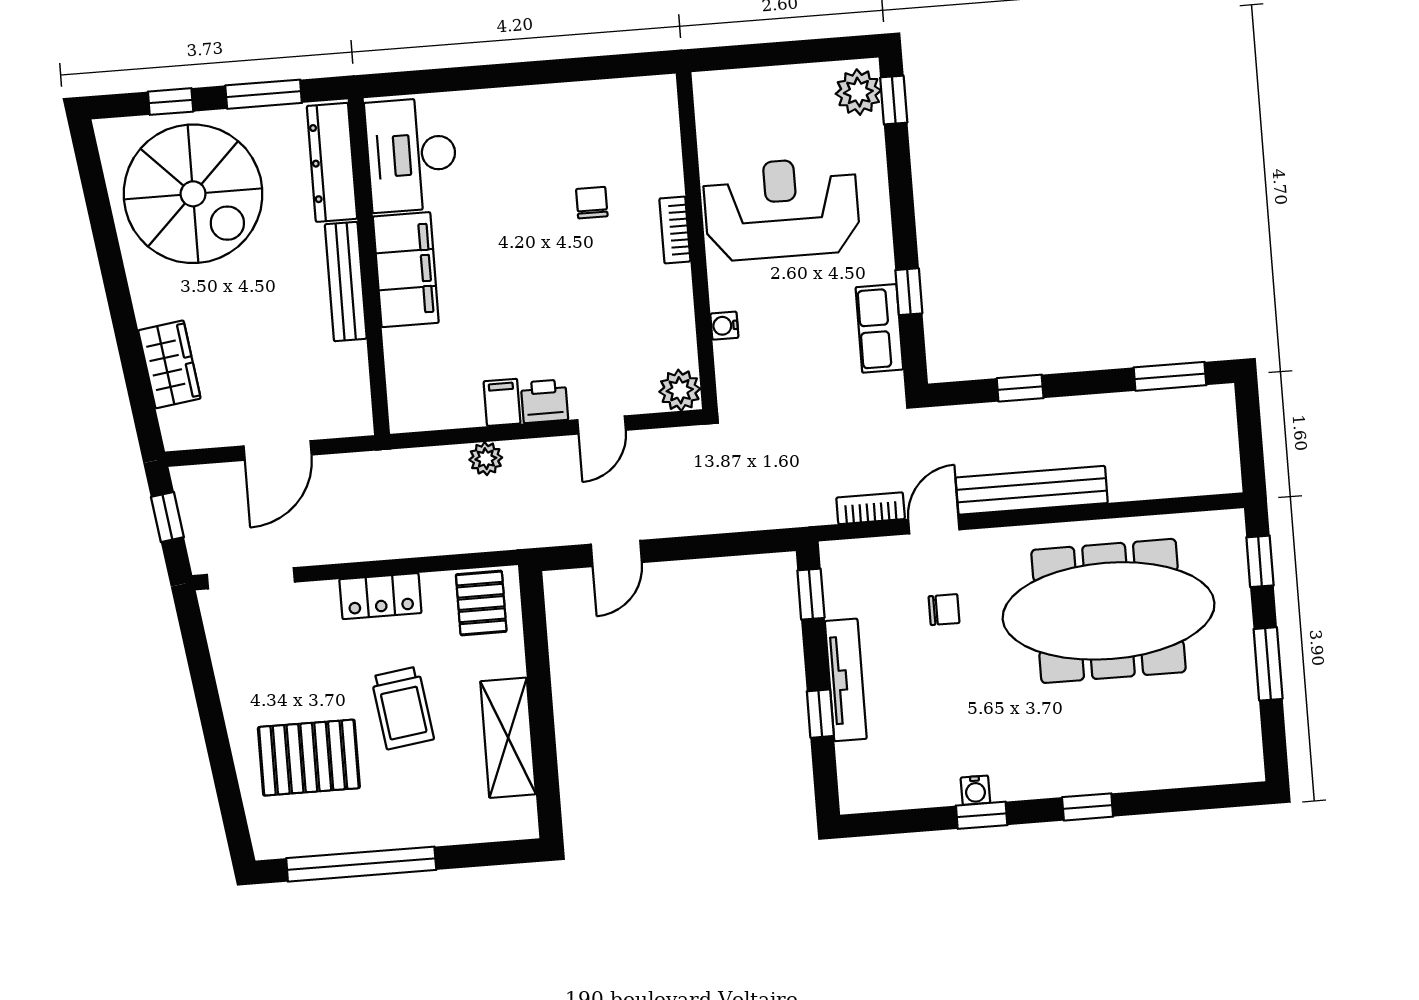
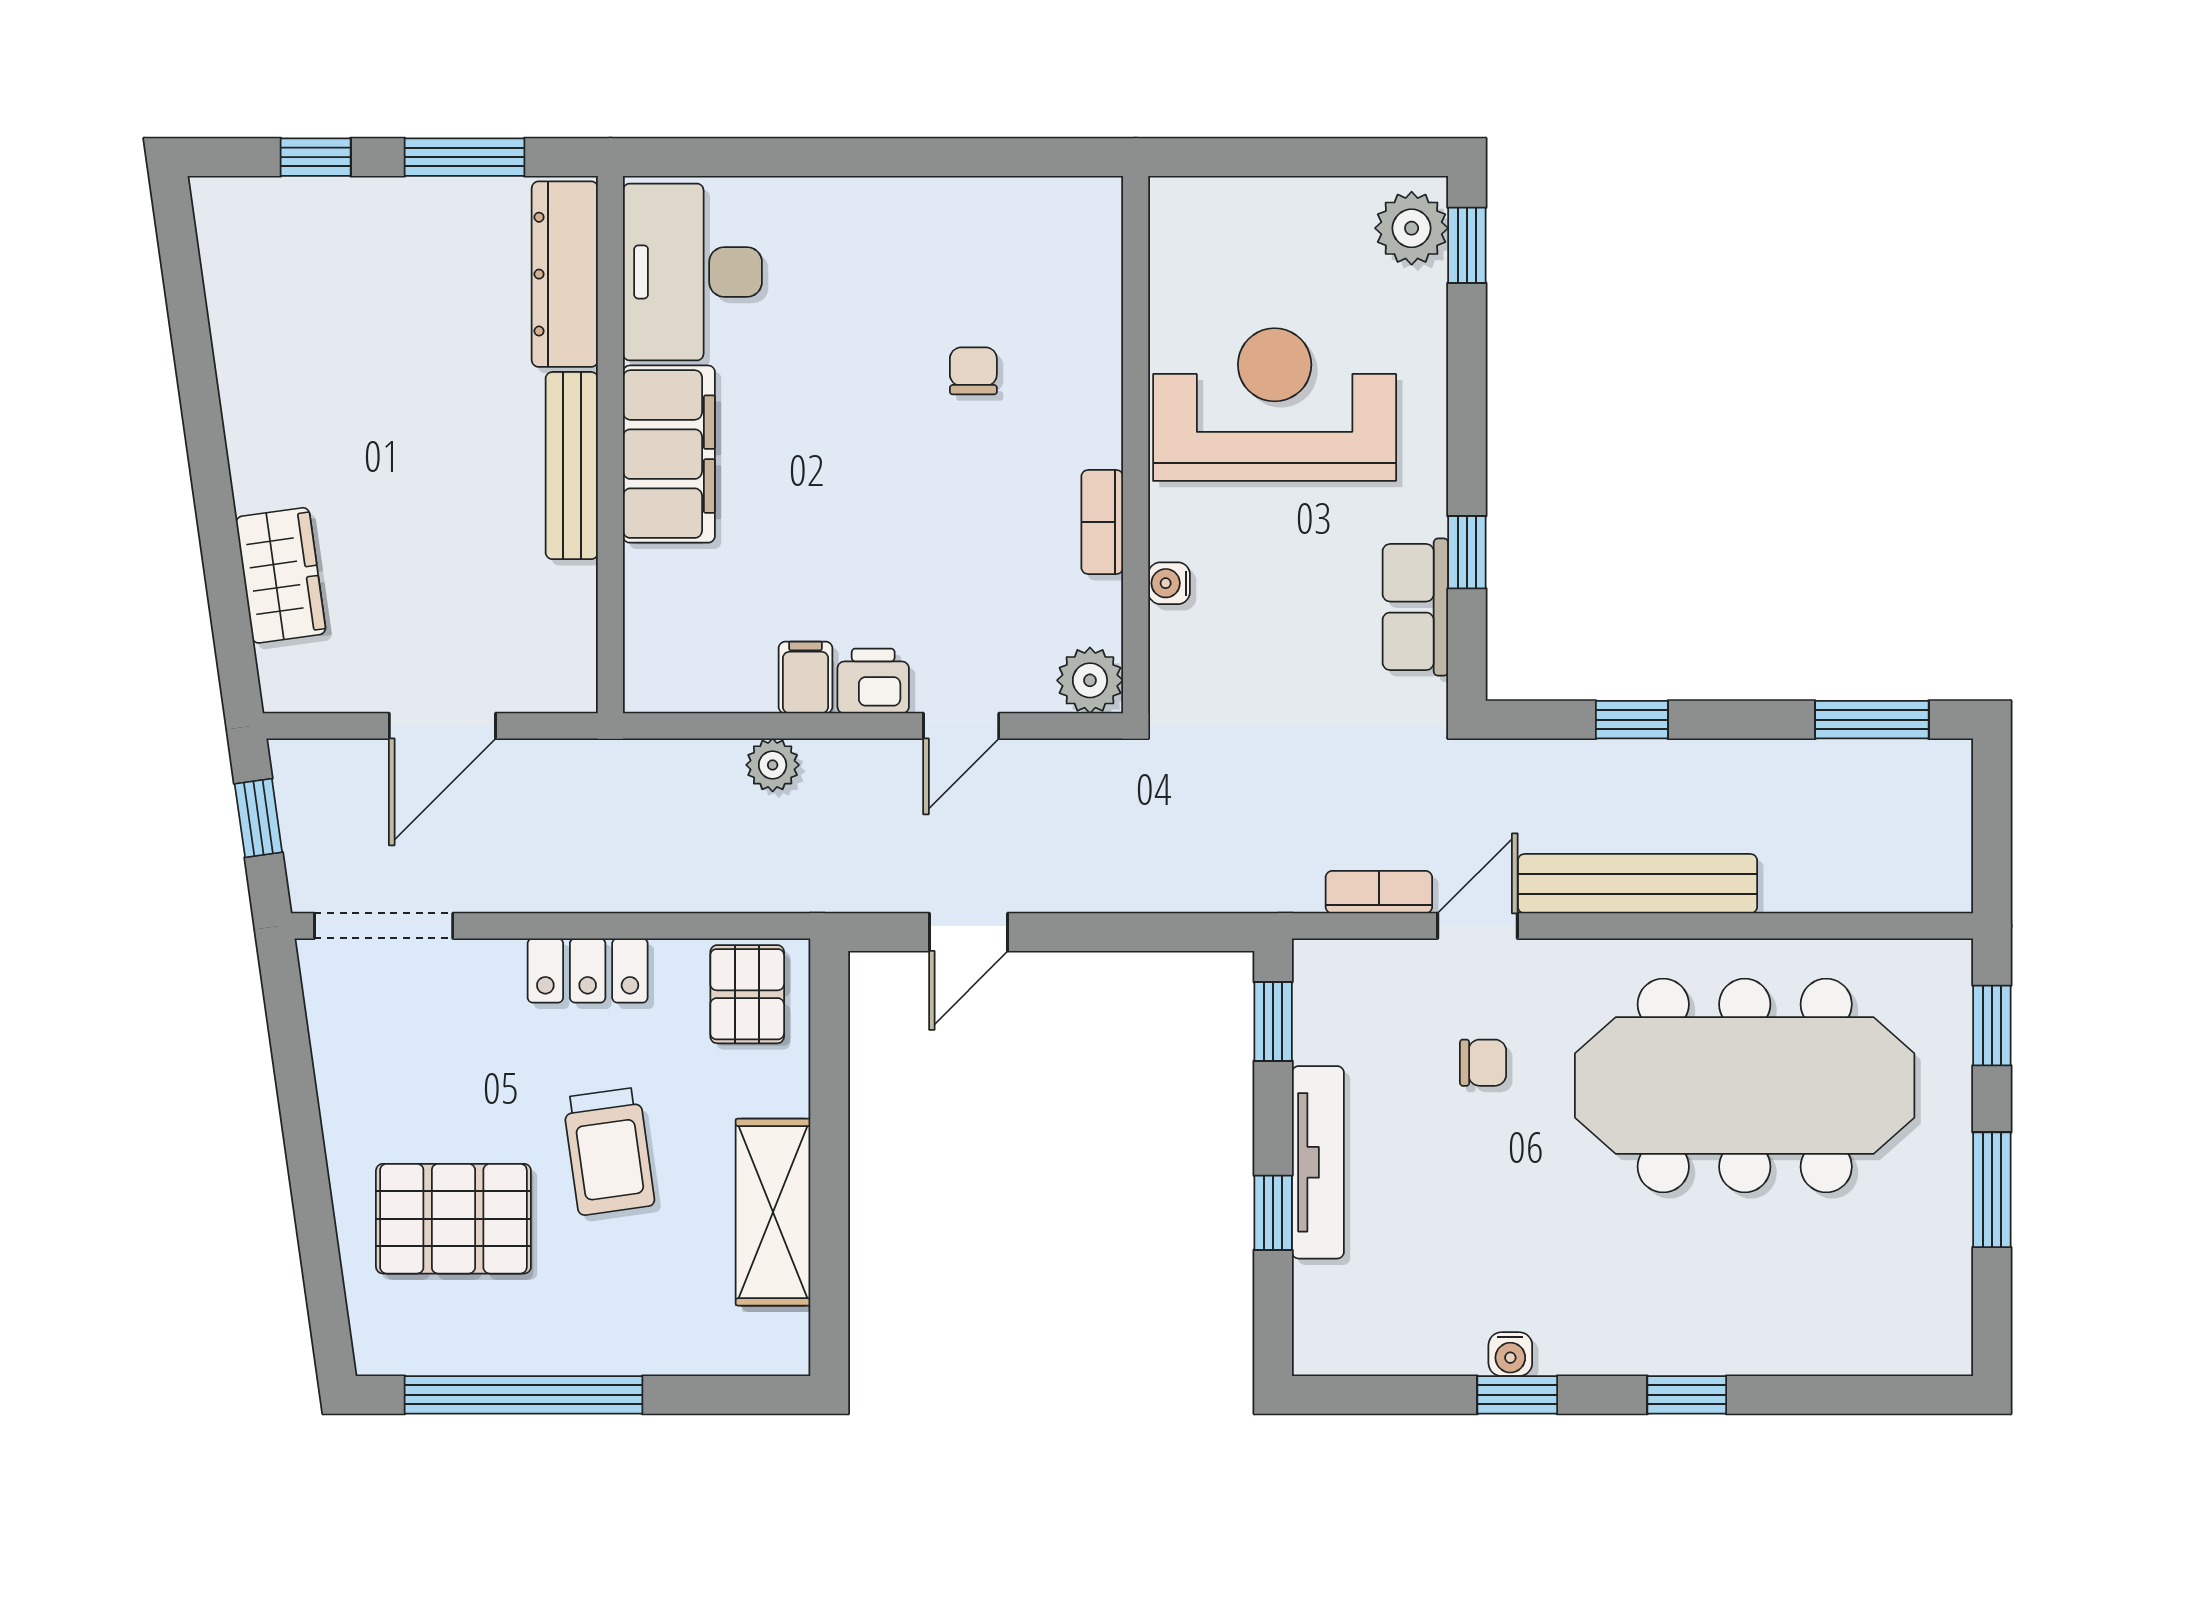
spiral stairs: (193, 194) -> (340, 307), removed
bookcase: (675, 230) -> (1102, 522), moved

